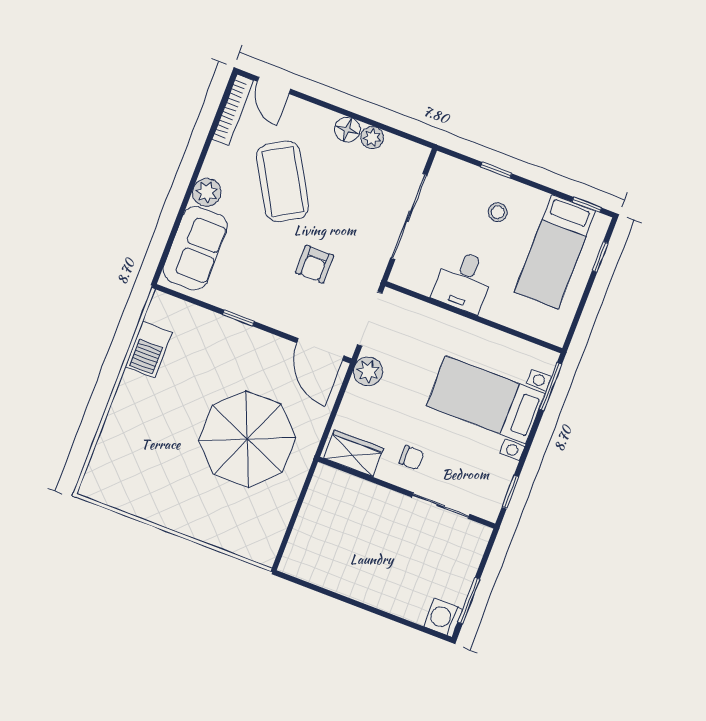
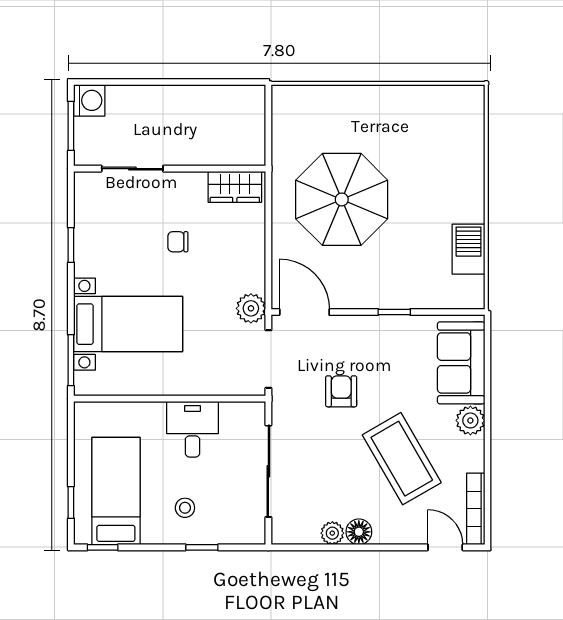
wardrobe: (354, 453) -> (235, 187), moved
wall: (407, 493) -> (170, 169), moved
sliding door: (441, 506) -> (132, 169), moved

